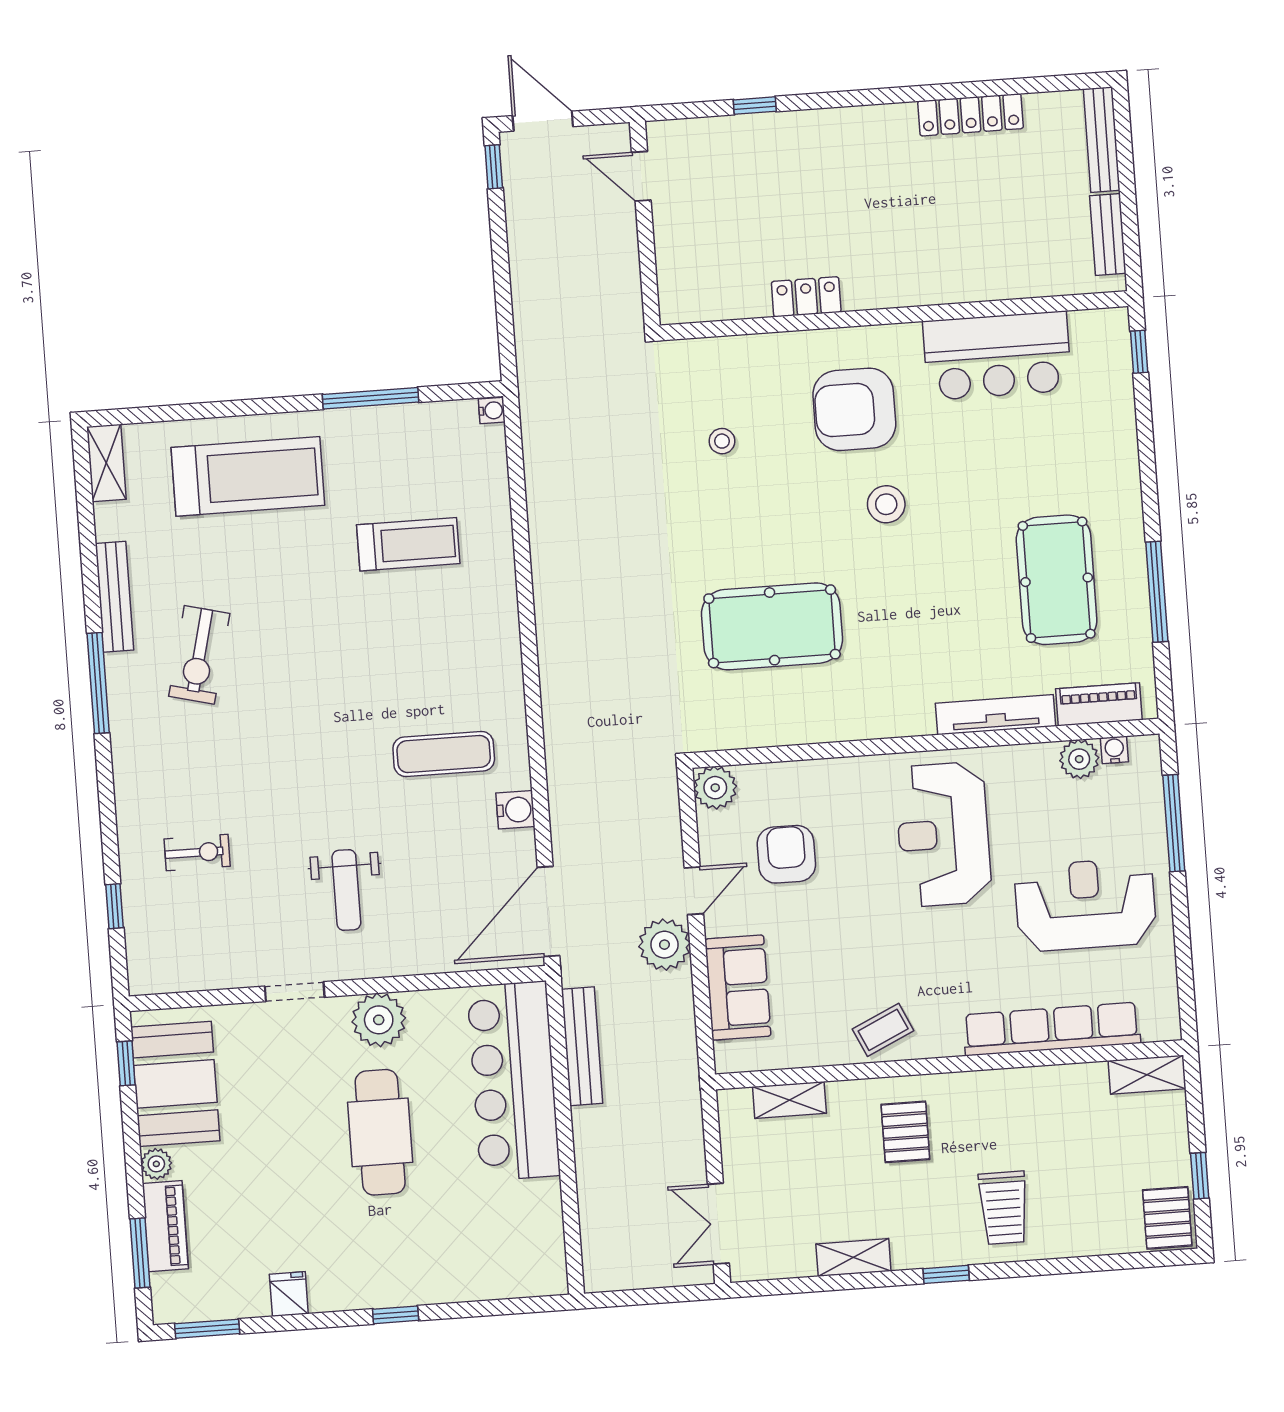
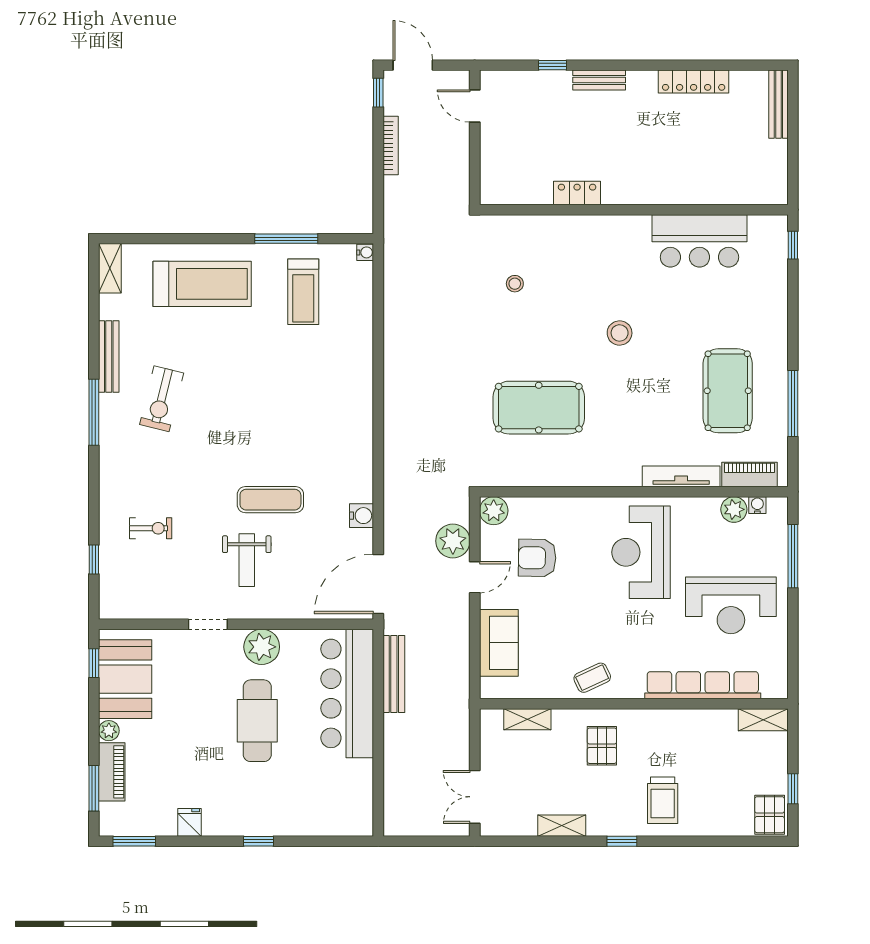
bench: (1108, 234) -> (599, 80), moved, turned 90
bookcase: (518, 245) -> (391, 145), added
armchair: (854, 409) -> (603, 269), removed
treadmill: (408, 544) -> (303, 292), moved, turned 90
exercise mat: (444, 754) -> (270, 500), moved
armchair: (786, 854) -> (537, 558), turned -89
reception desk: (1085, 905) -> (731, 605), turned 180
plant: (664, 945) -> (453, 541), moved

